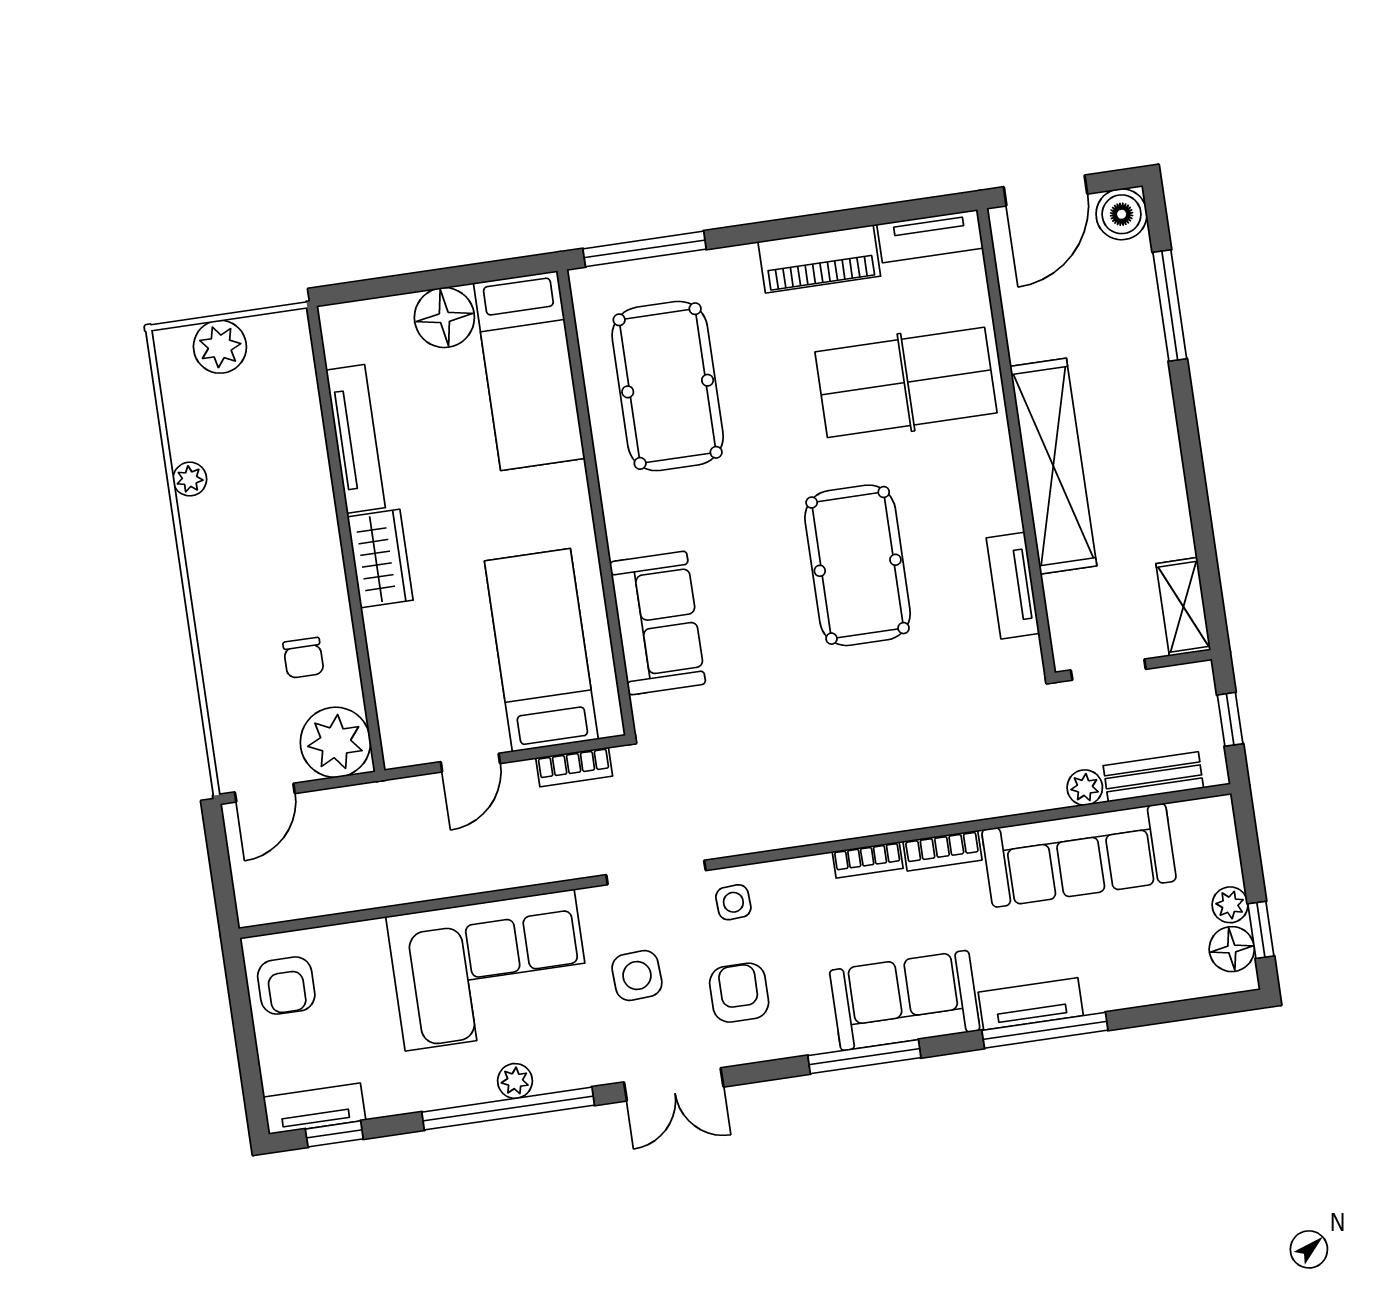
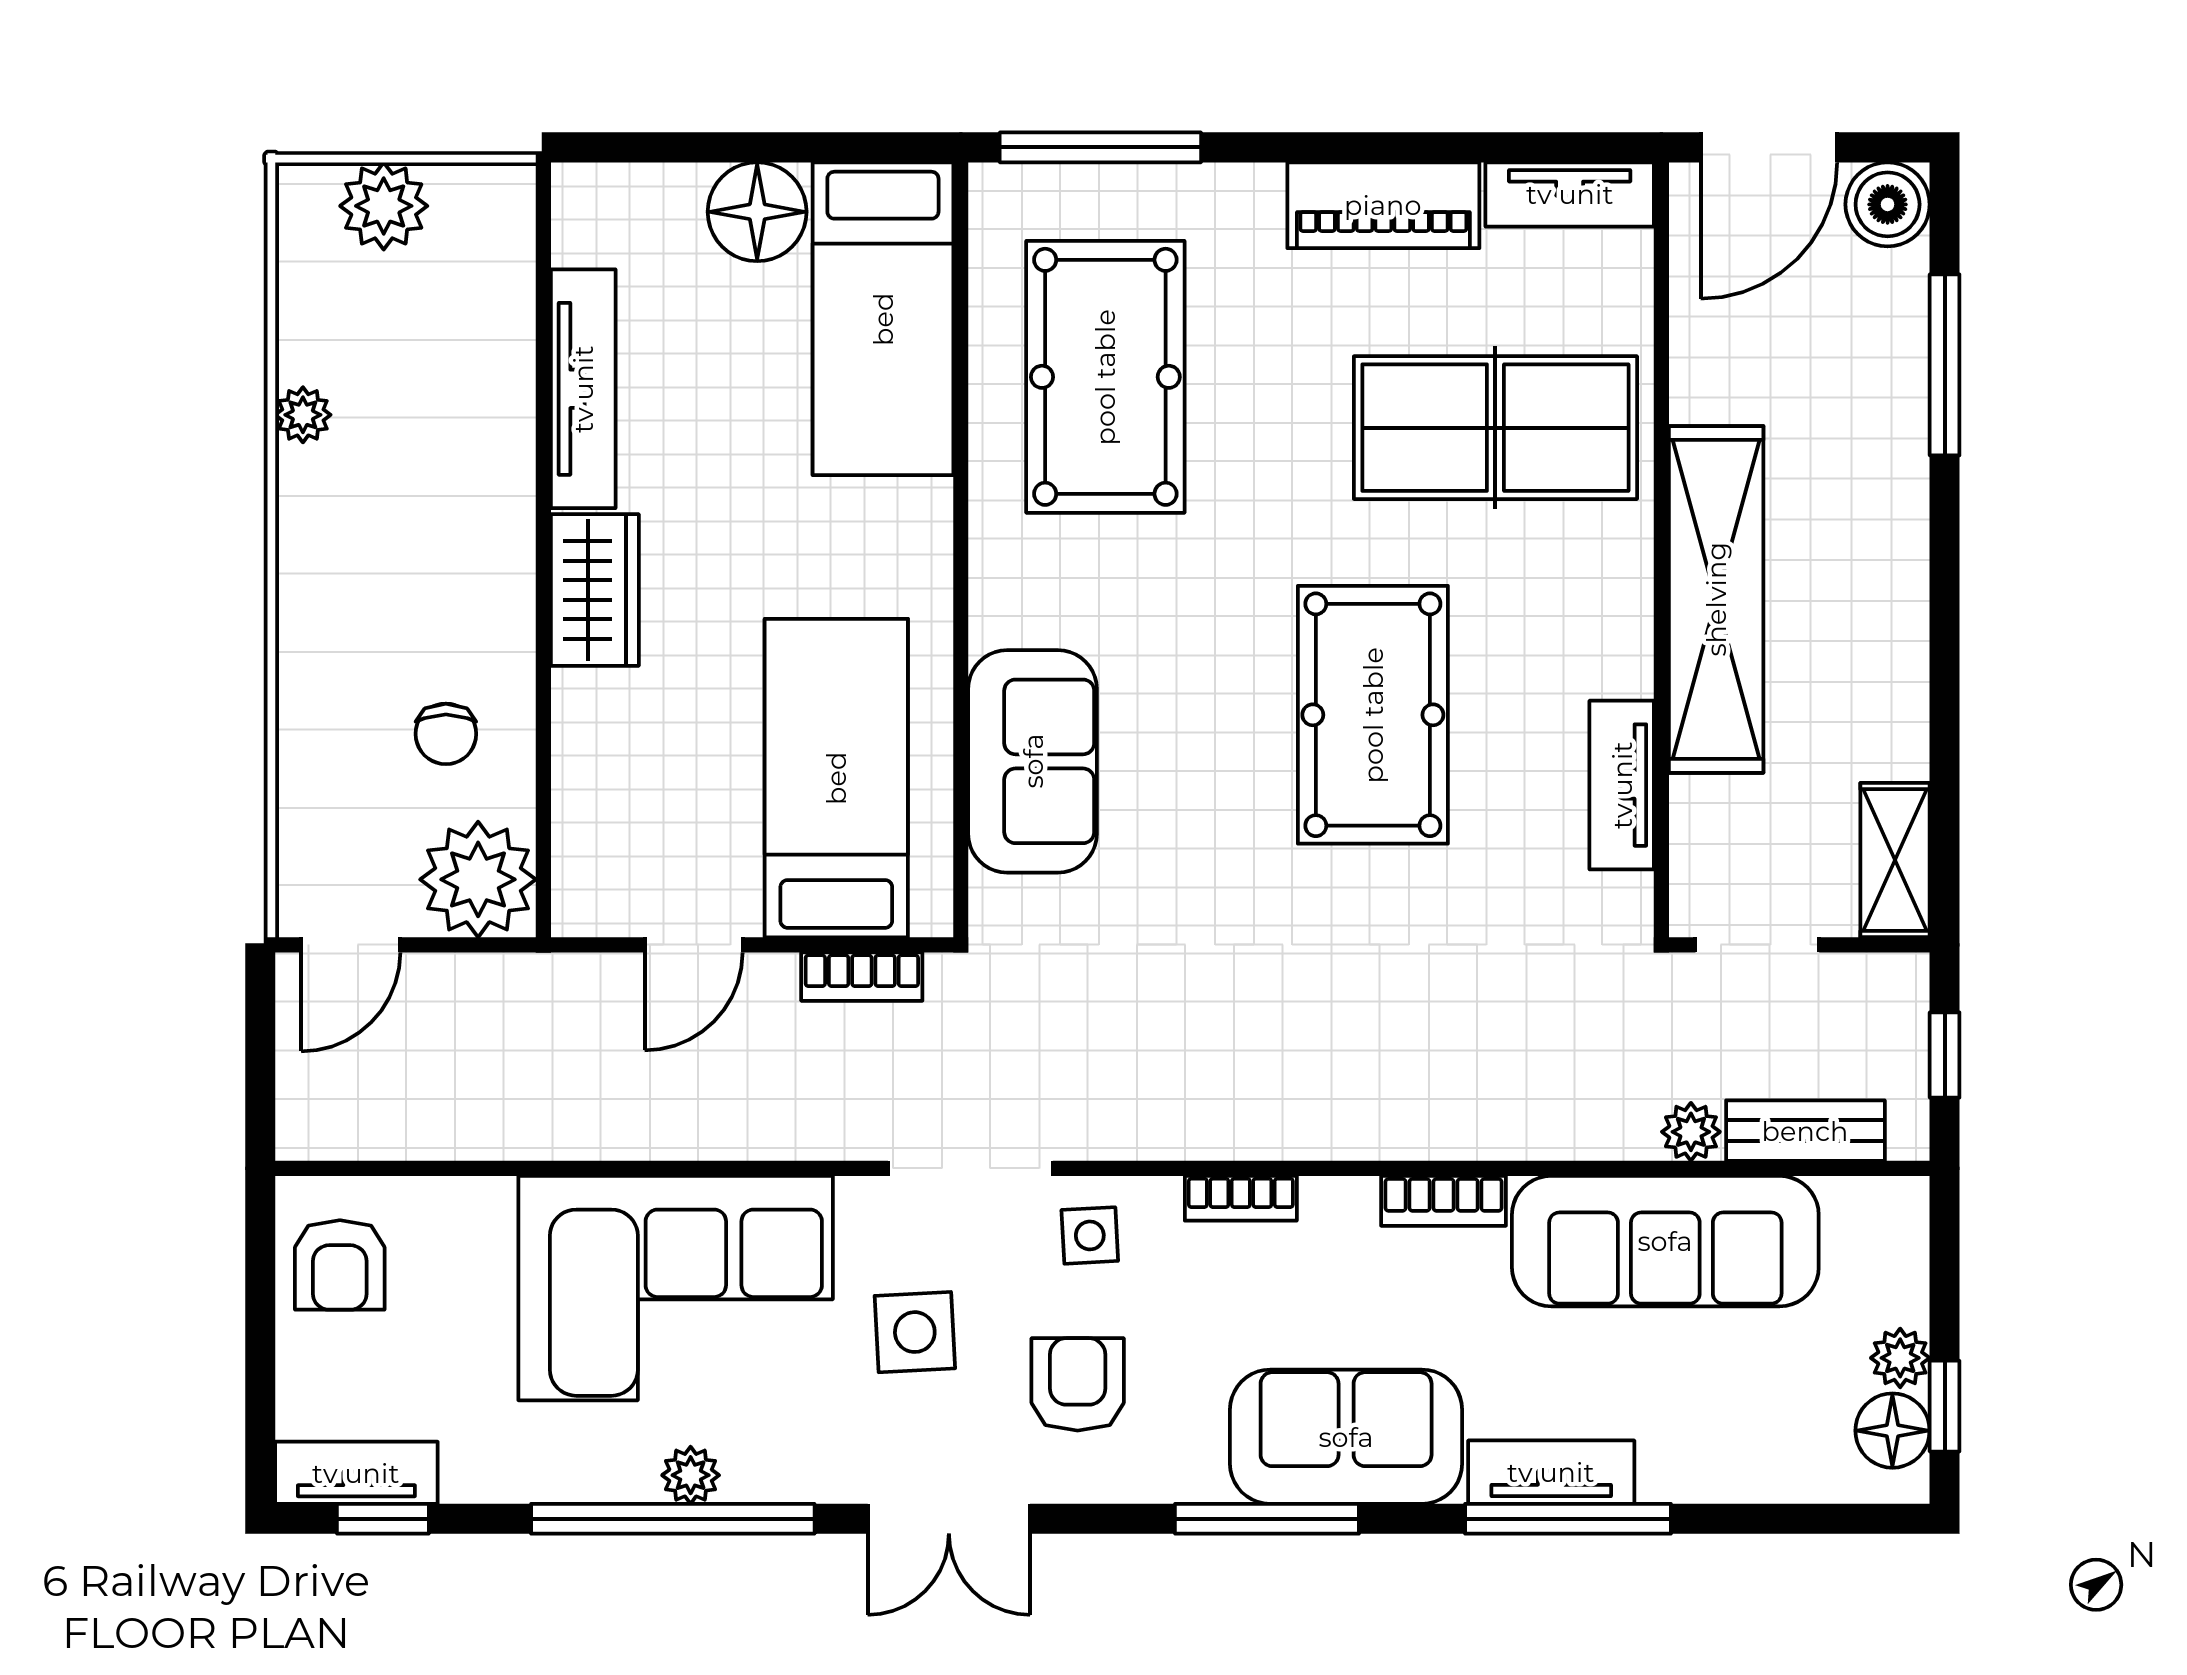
bookcase: (868, 860) -> (1241, 1198), moved

